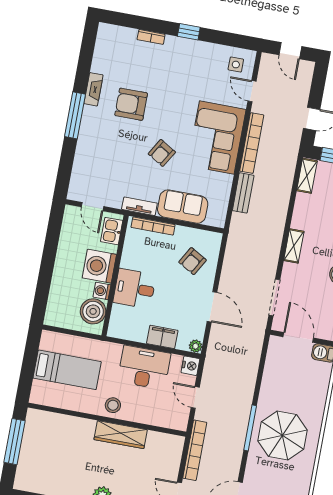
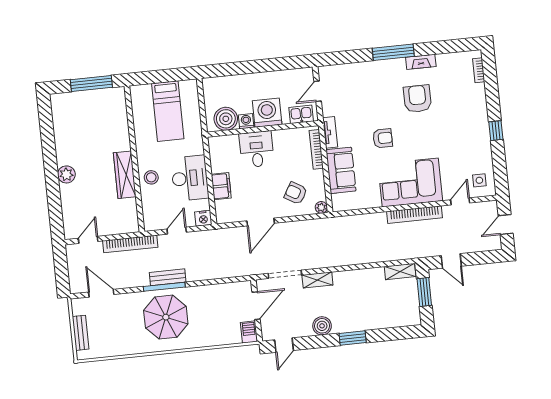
bookcase: (151, 37) -> (479, 70), moved
armchair: (162, 153) -> (383, 138), turned 149
bench: (243, 193) -> (168, 277), moved
shelving: (294, 246) -> (317, 280), moved
plant: (196, 346) -> (321, 207), moved
stool: (113, 405) -> (151, 177), moved

